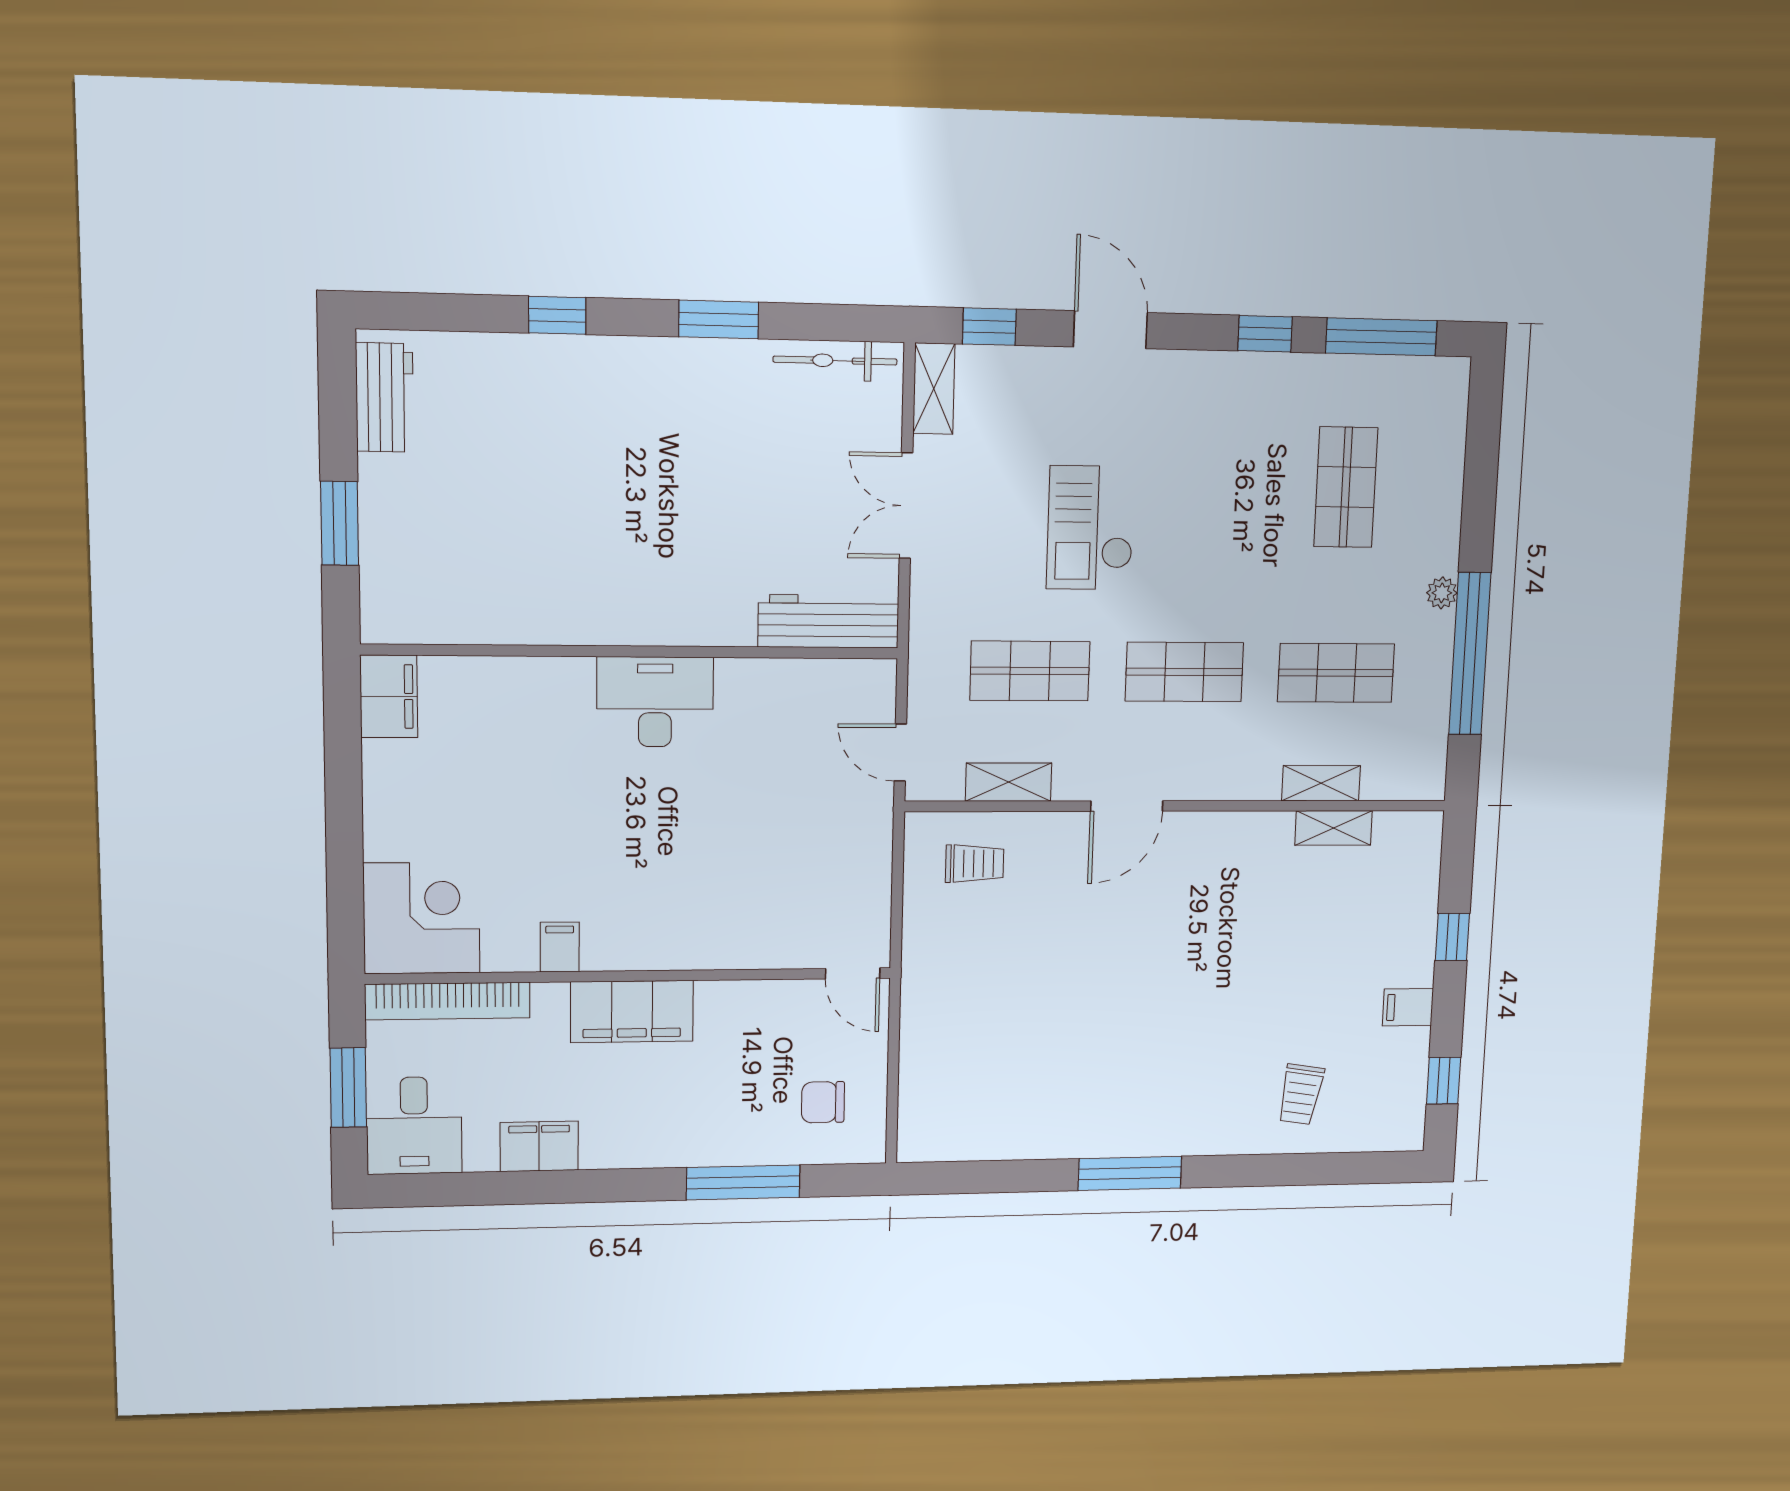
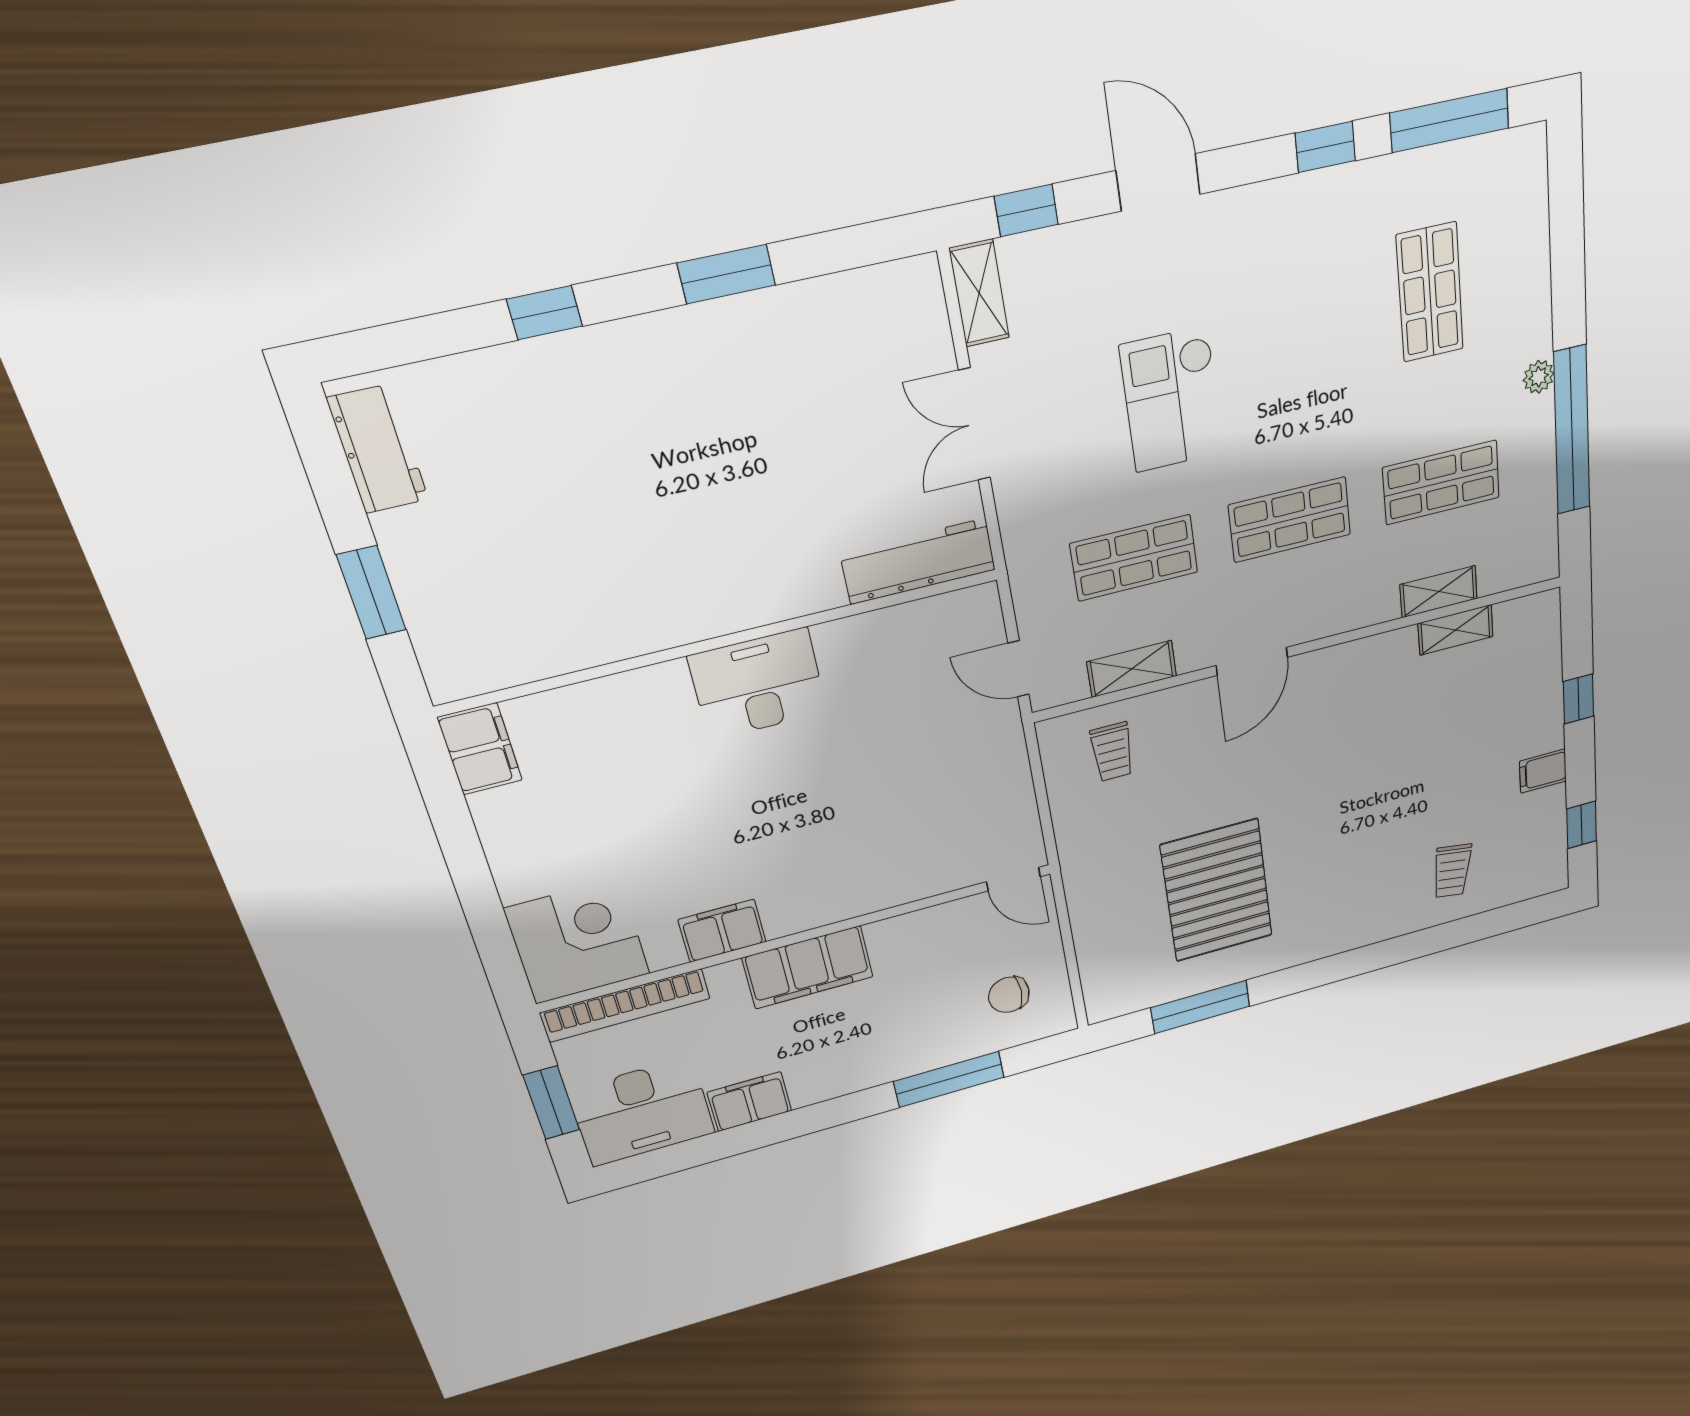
bicycle: (835, 361) -> (865, 289), removed
trolley: (975, 864) -> (1112, 752), turned 90
filing cabinet: (560, 947) -> (722, 931), width x2.00
pallet: (1054, 1046) -> (1217, 891), added
desk: (414, 1126) -> (642, 1112), width x1.37
window: (1130, 1173) -> (1200, 1007), moved

